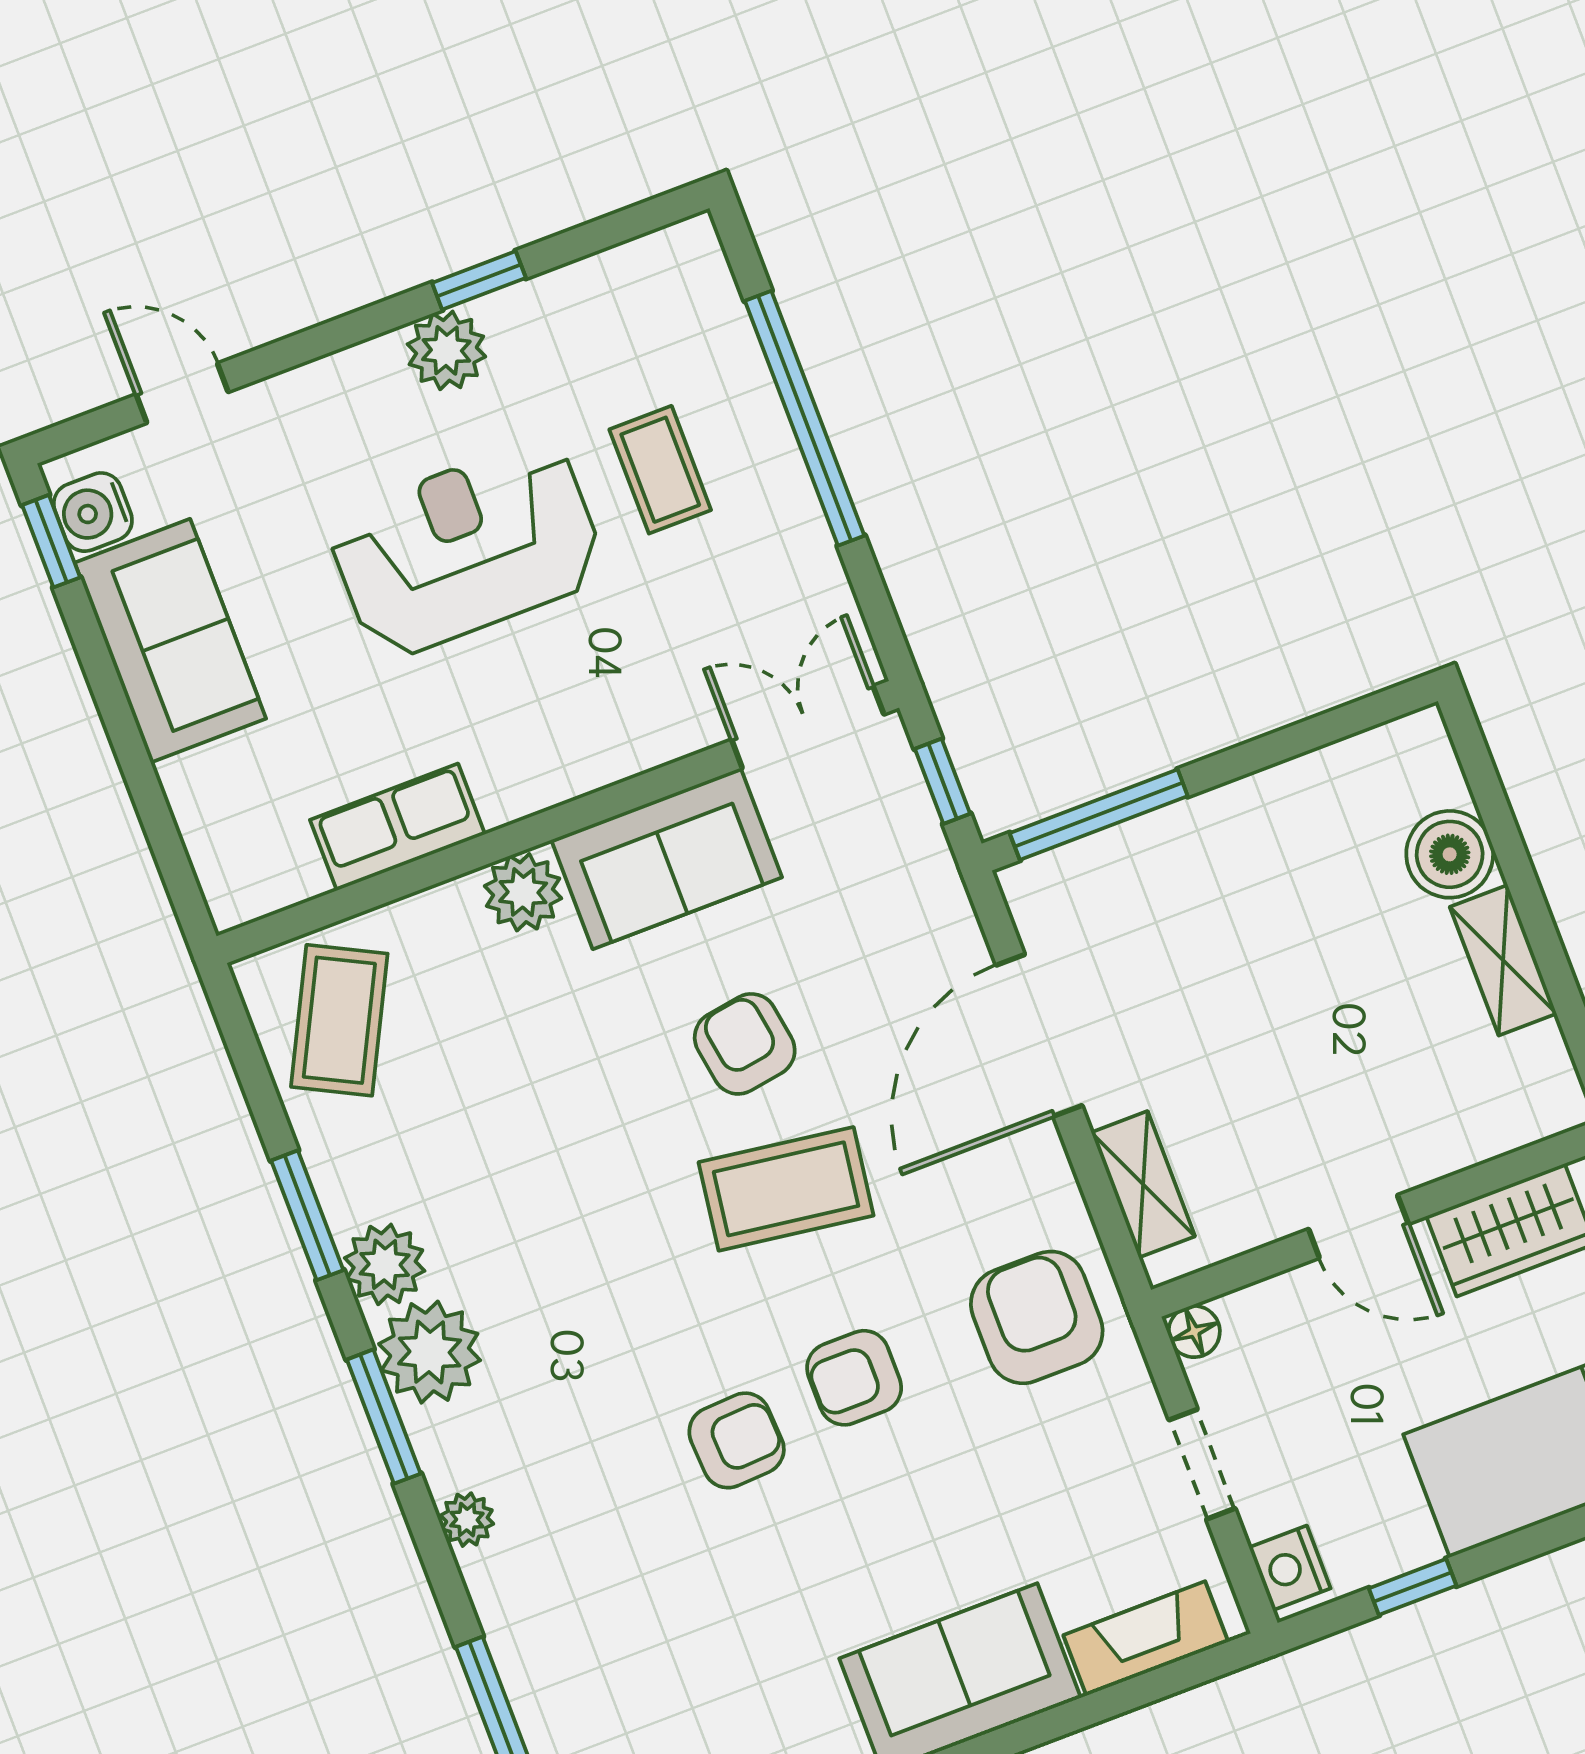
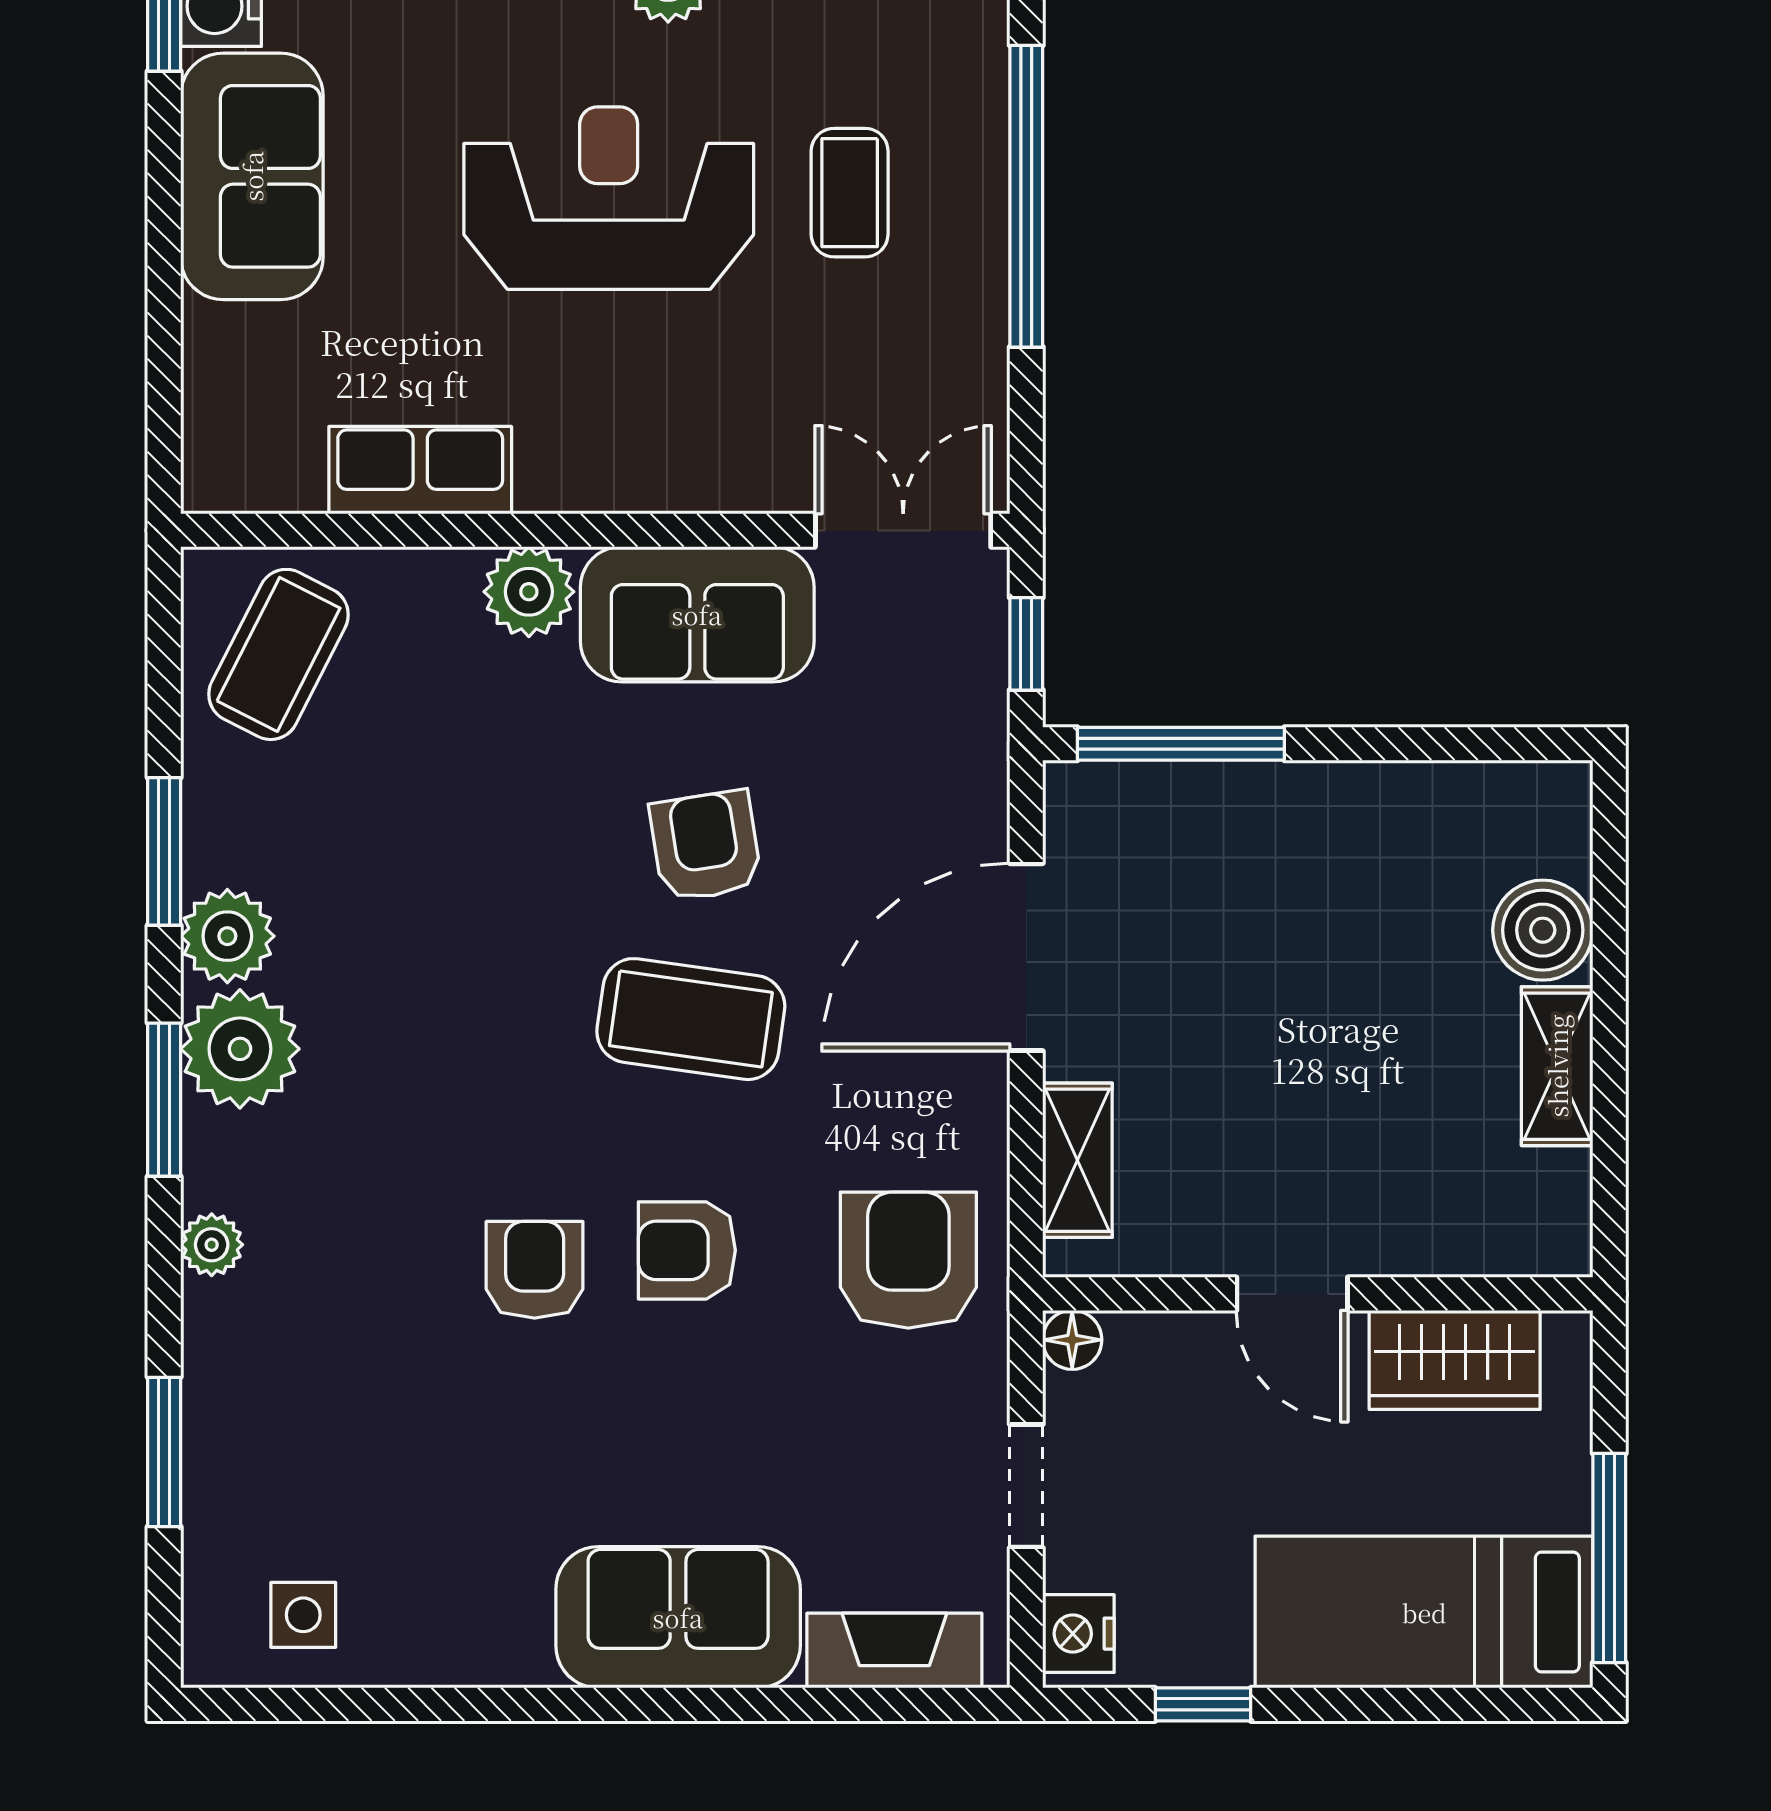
armchair: (737, 1440) -> (535, 1270), turned -87

